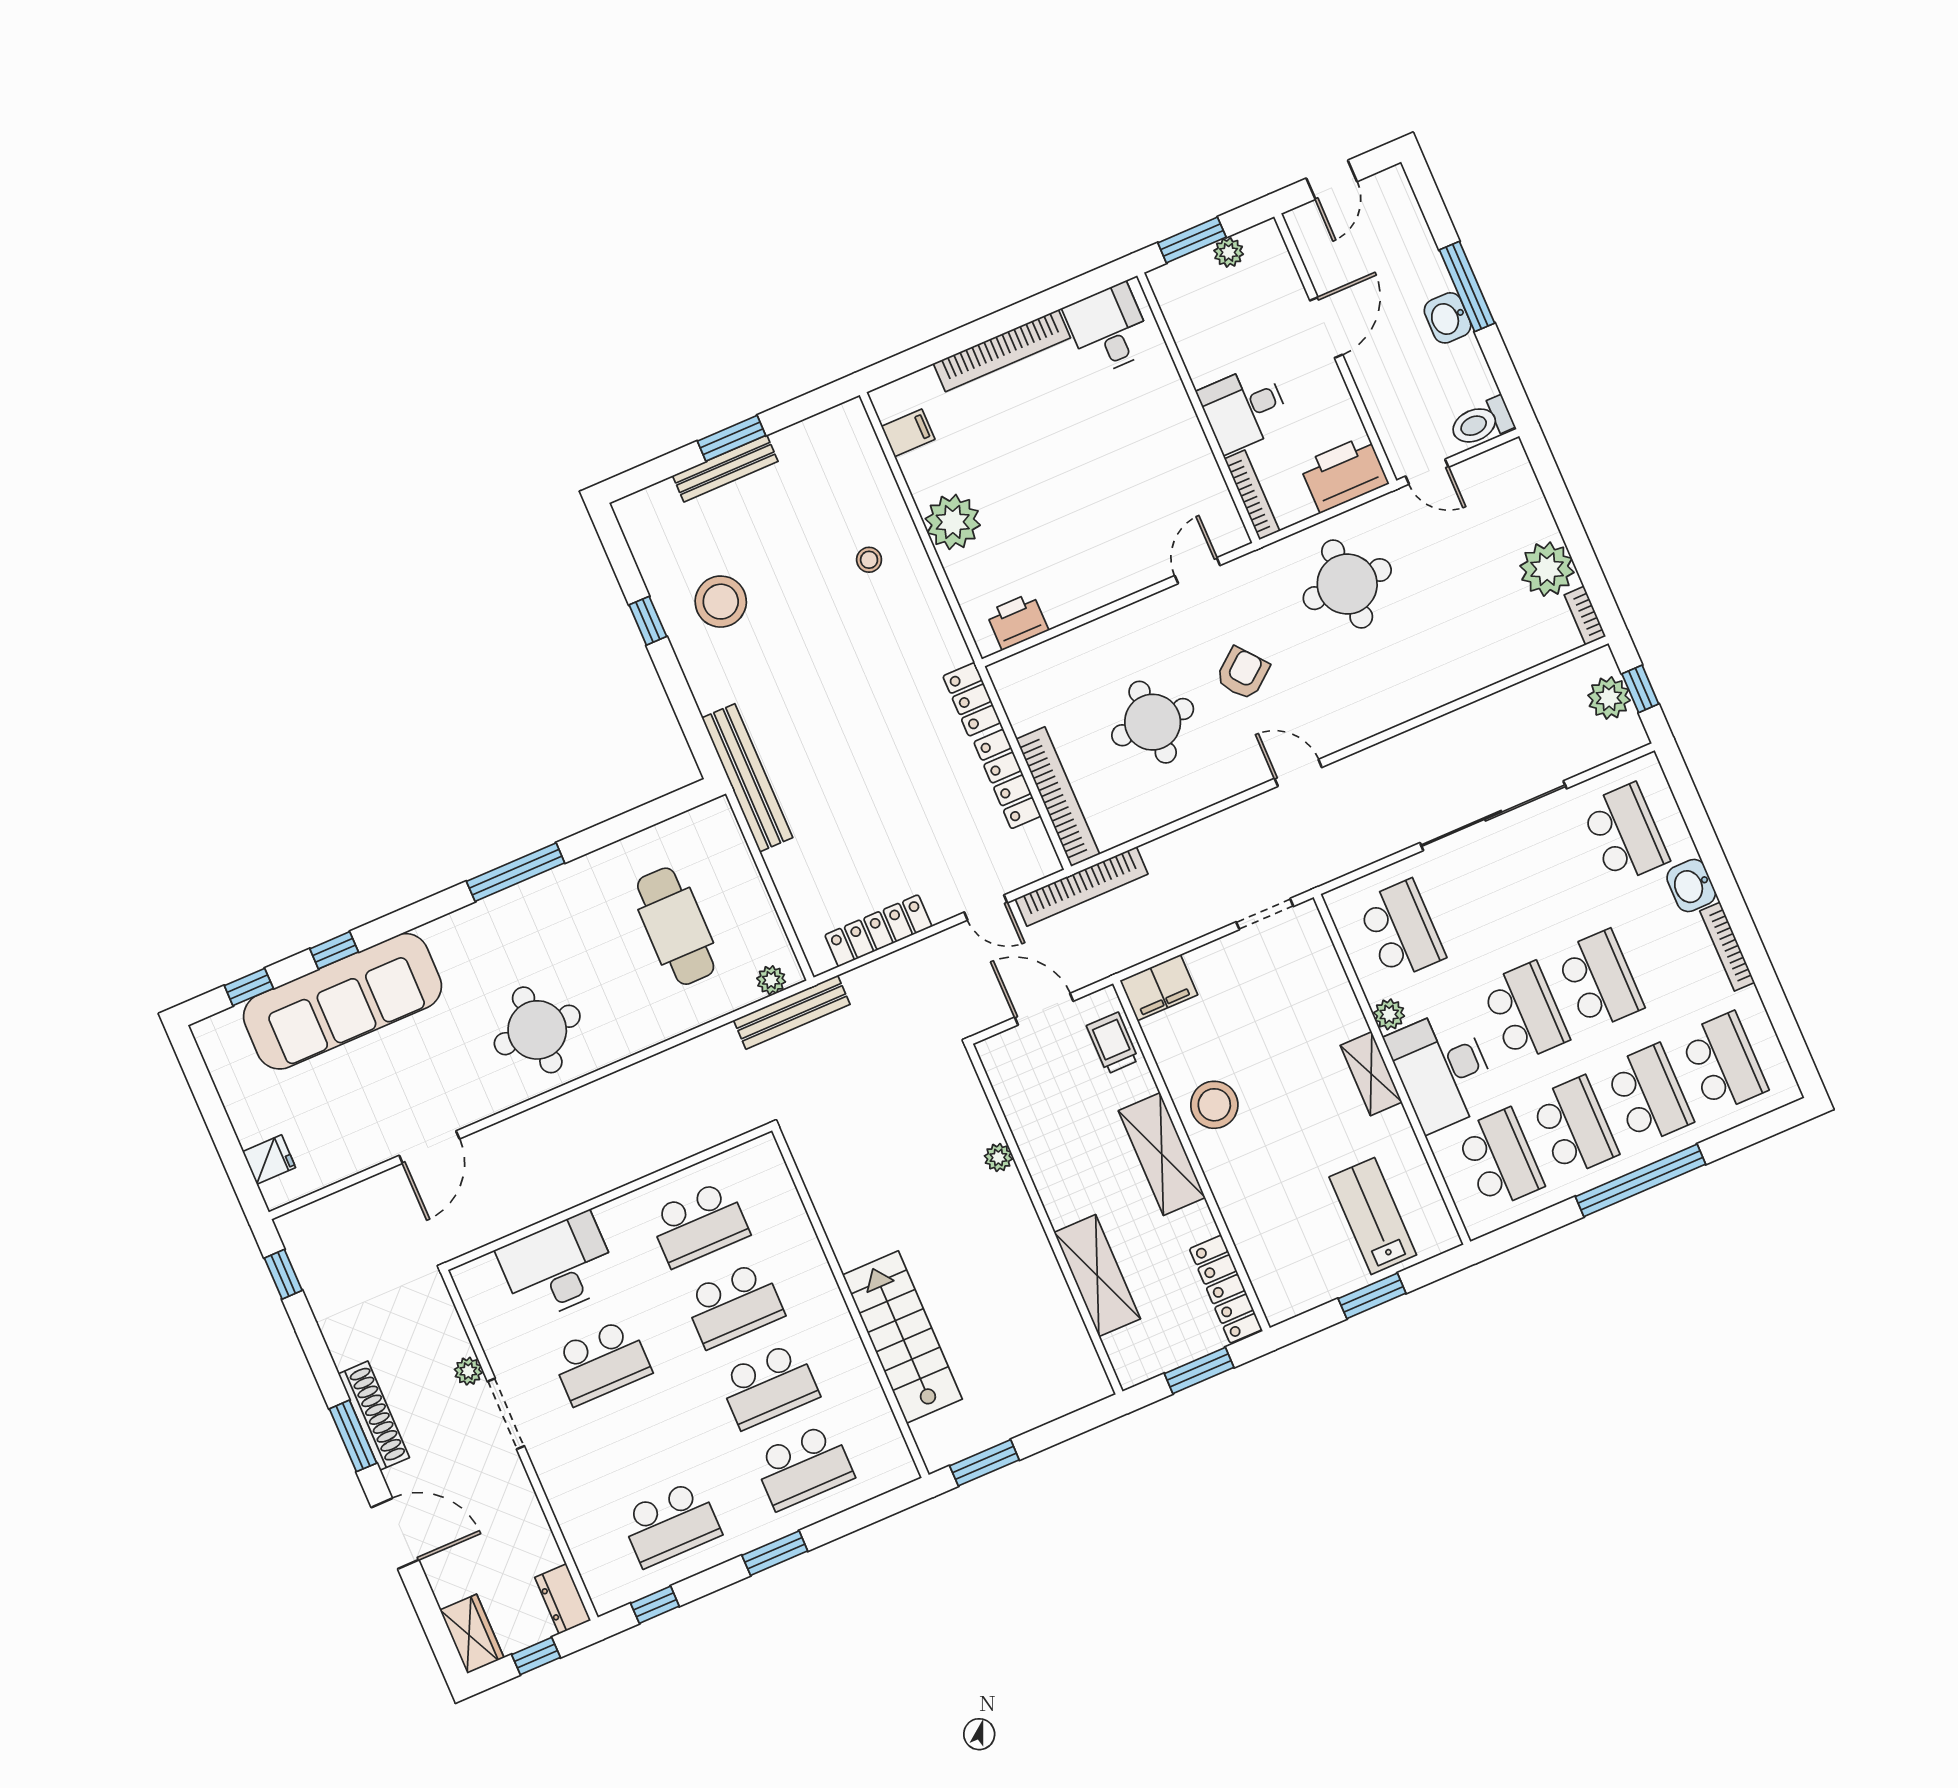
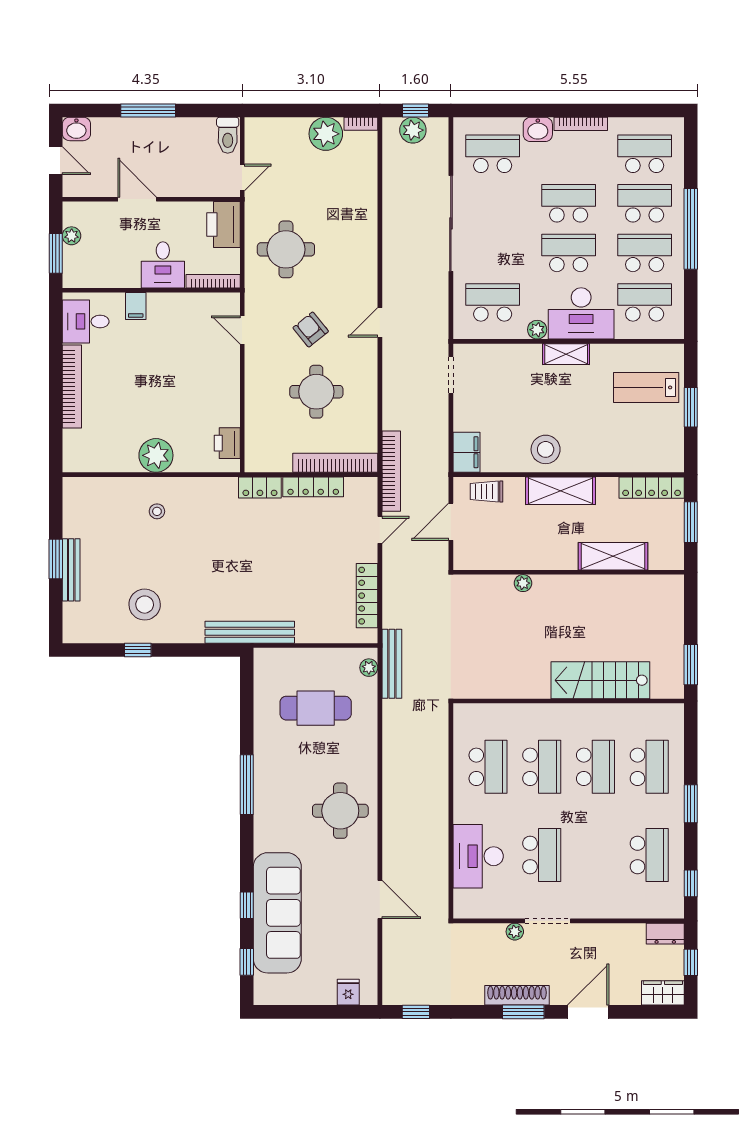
washbasin: (1448, 318) -> (76, 129), moved
filing cabinet: (908, 433) -> (136, 306), moved, turned 180

